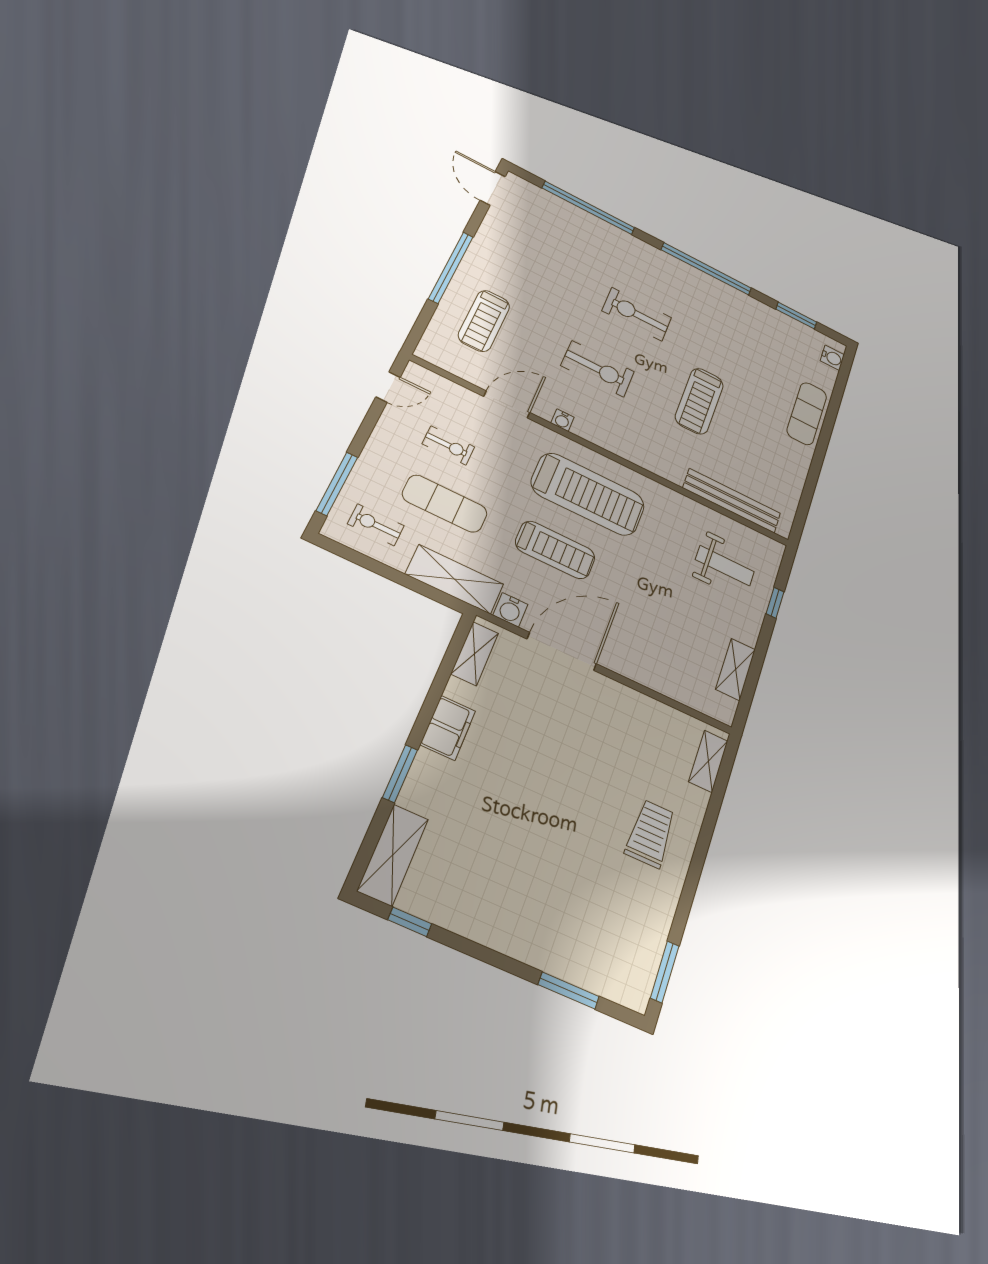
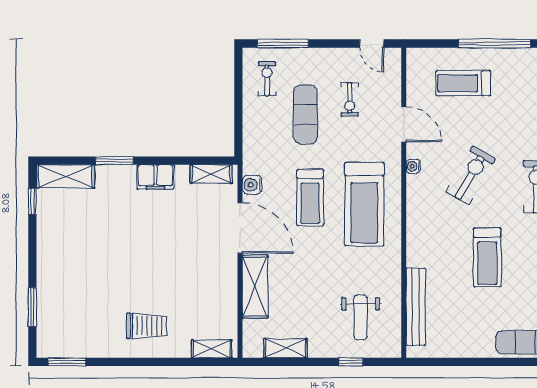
exercise bike: (598, 369) -> (471, 175), turned -150
treadmill: (699, 401) -> (487, 257), turned -90
shelving: (455, 579) -> (255, 287), moved

